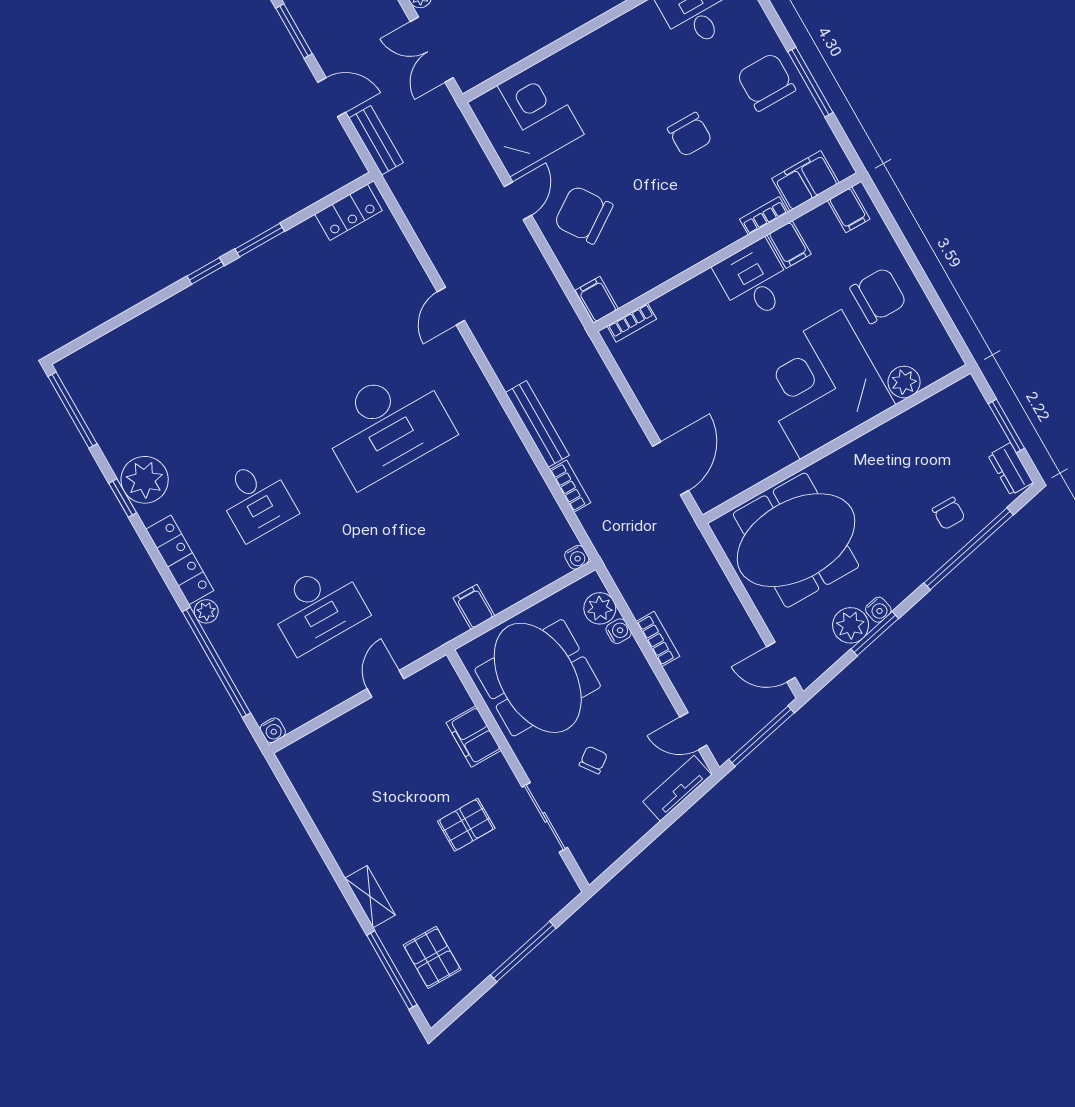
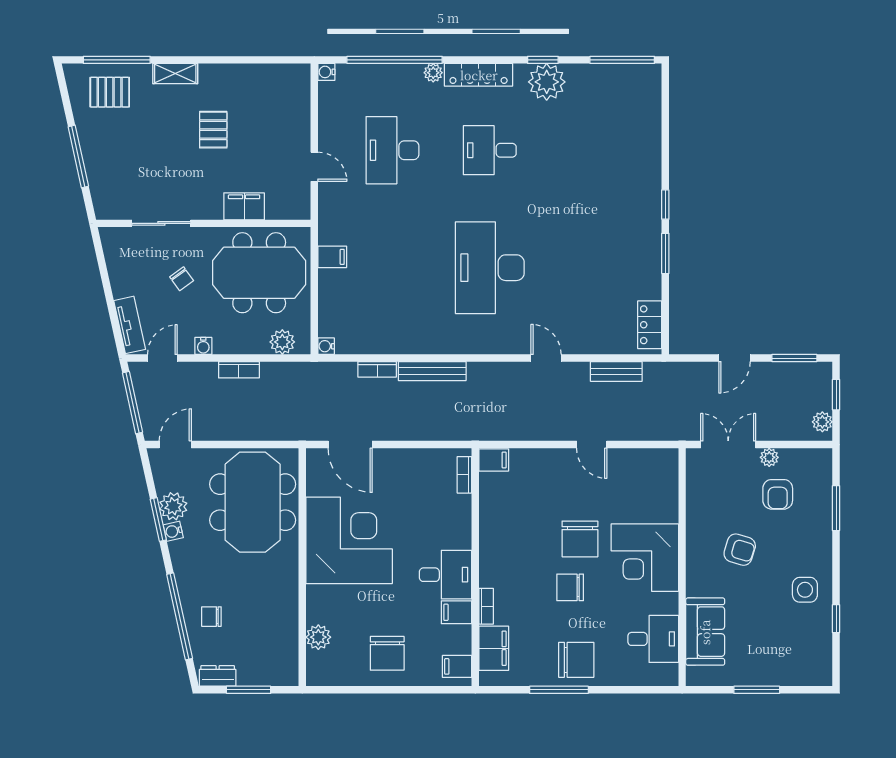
corner desk: (526, 118) -> (645, 558), moved, turned 90
bench: (376, 140) -> (616, 371), moved
chair: (583, 215) -> (580, 539), moved, turned 124
corner desk: (821, 384) -> (349, 540), moved
water cooler: (619, 631) -> (203, 346), moved
pallet: (466, 825) -> (213, 130), moved

